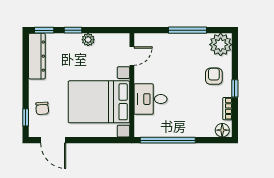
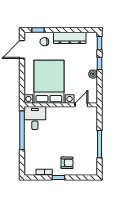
plant: (221, 45) -> (89, 168), removed
dresser: (37, 56) -> (70, 38), moved
door: (132, 56) -> (81, 105), swing flipped
desk: (151, 99) -> (35, 118), moved
floor lamp: (222, 130) -> (29, 169), removed

